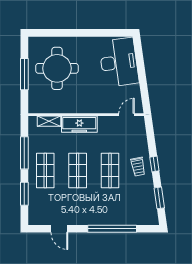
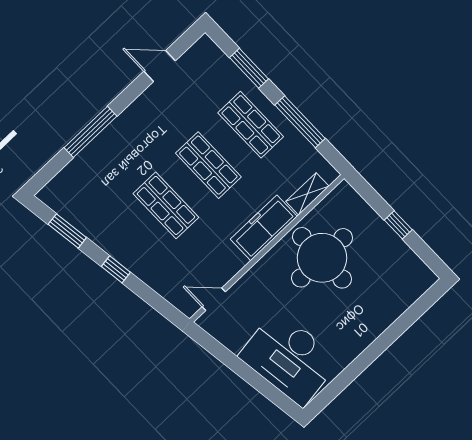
round table: (57, 68) -> (322, 258), moved
window: (24, 74) -> (398, 225), width x0.46
door: (127, 115) -> (214, 299), swing flipped
trolley: (138, 167) -> (134, 245), removed
window: (112, 229) -> (90, 132), width x0.68

